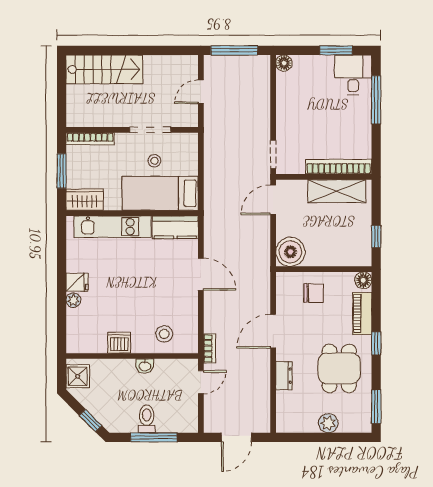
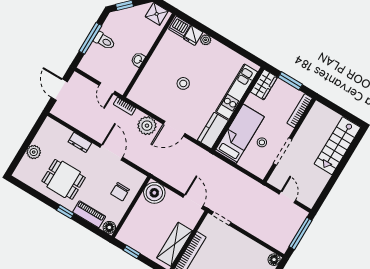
fridge: (77, 282) -> (193, 35), moved
plant: (216, 308) -> (147, 126), added
stool: (164, 334) -> (183, 83), moved
dishwasher: (119, 343) -> (180, 27), moved, turned 90
window: (376, 407) -> (26, 188), removed

